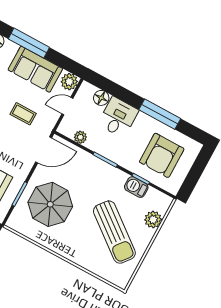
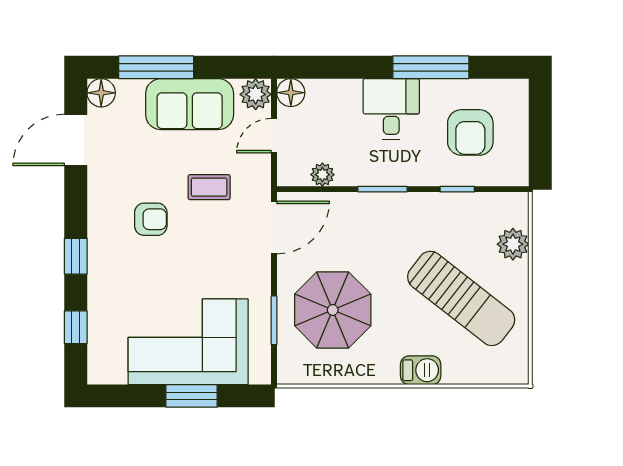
floor lamp: (101, 98) -> (291, 93), moved
desk: (118, 117) -> (391, 109), moved
armchair: (162, 155) -> (470, 132), width x0.73, depth x0.73
barbecue: (136, 187) -> (421, 370), moved, turned 180

